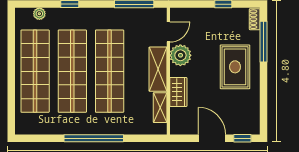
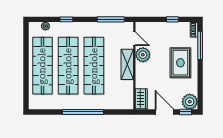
door: (168, 32) -> (134, 39), hinge flipped
wardrobe: (178, 92) -> (141, 99), moved
shelving: (160, 108) -> (129, 91), removed
plant: (249, 123) -> (190, 102), added

